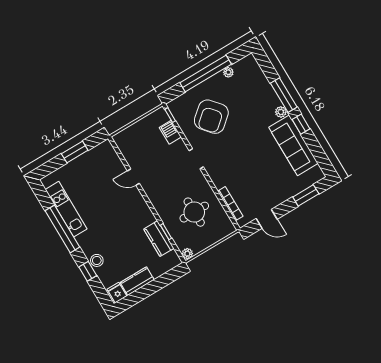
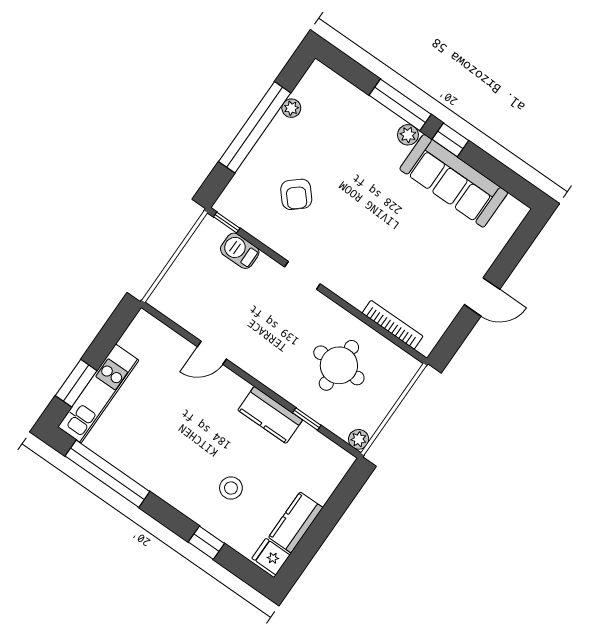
armchair: (211, 117) -> (296, 194), width x0.53, depth x0.53
window: (75, 152) -> (76, 383), moved
window: (306, 195) -> (512, 255), removed
kitchen unit: (66, 209) -> (98, 394), moved, turned 90
door: (267, 219) -> (482, 297), moved
window: (62, 229) -> (107, 474), moved
kitchen counter: (159, 239) -> (270, 415), moved
stool: (97, 260) -> (231, 488), moved

